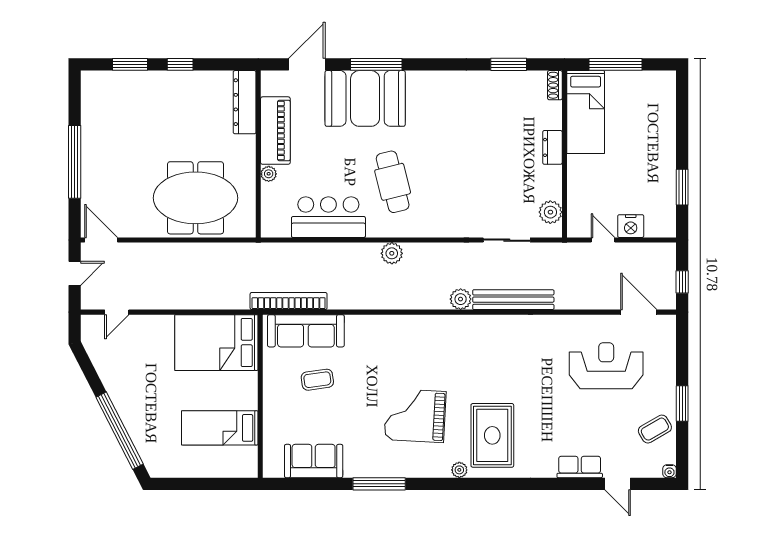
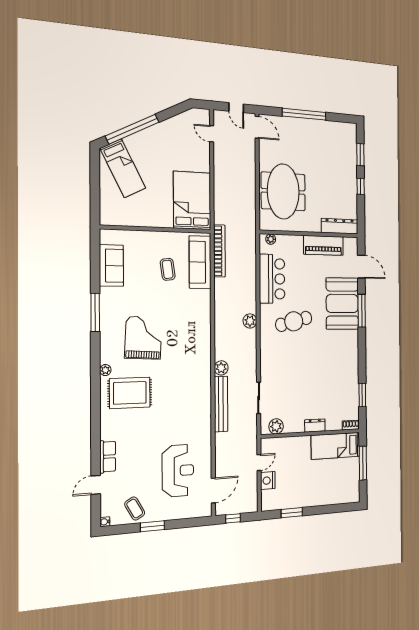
plant: (269, 174) -> (271, 239), moved
door: (101, 240) -> (257, 127), hinge flipped
bed: (220, 428) -> (123, 168), moved, turned 153

